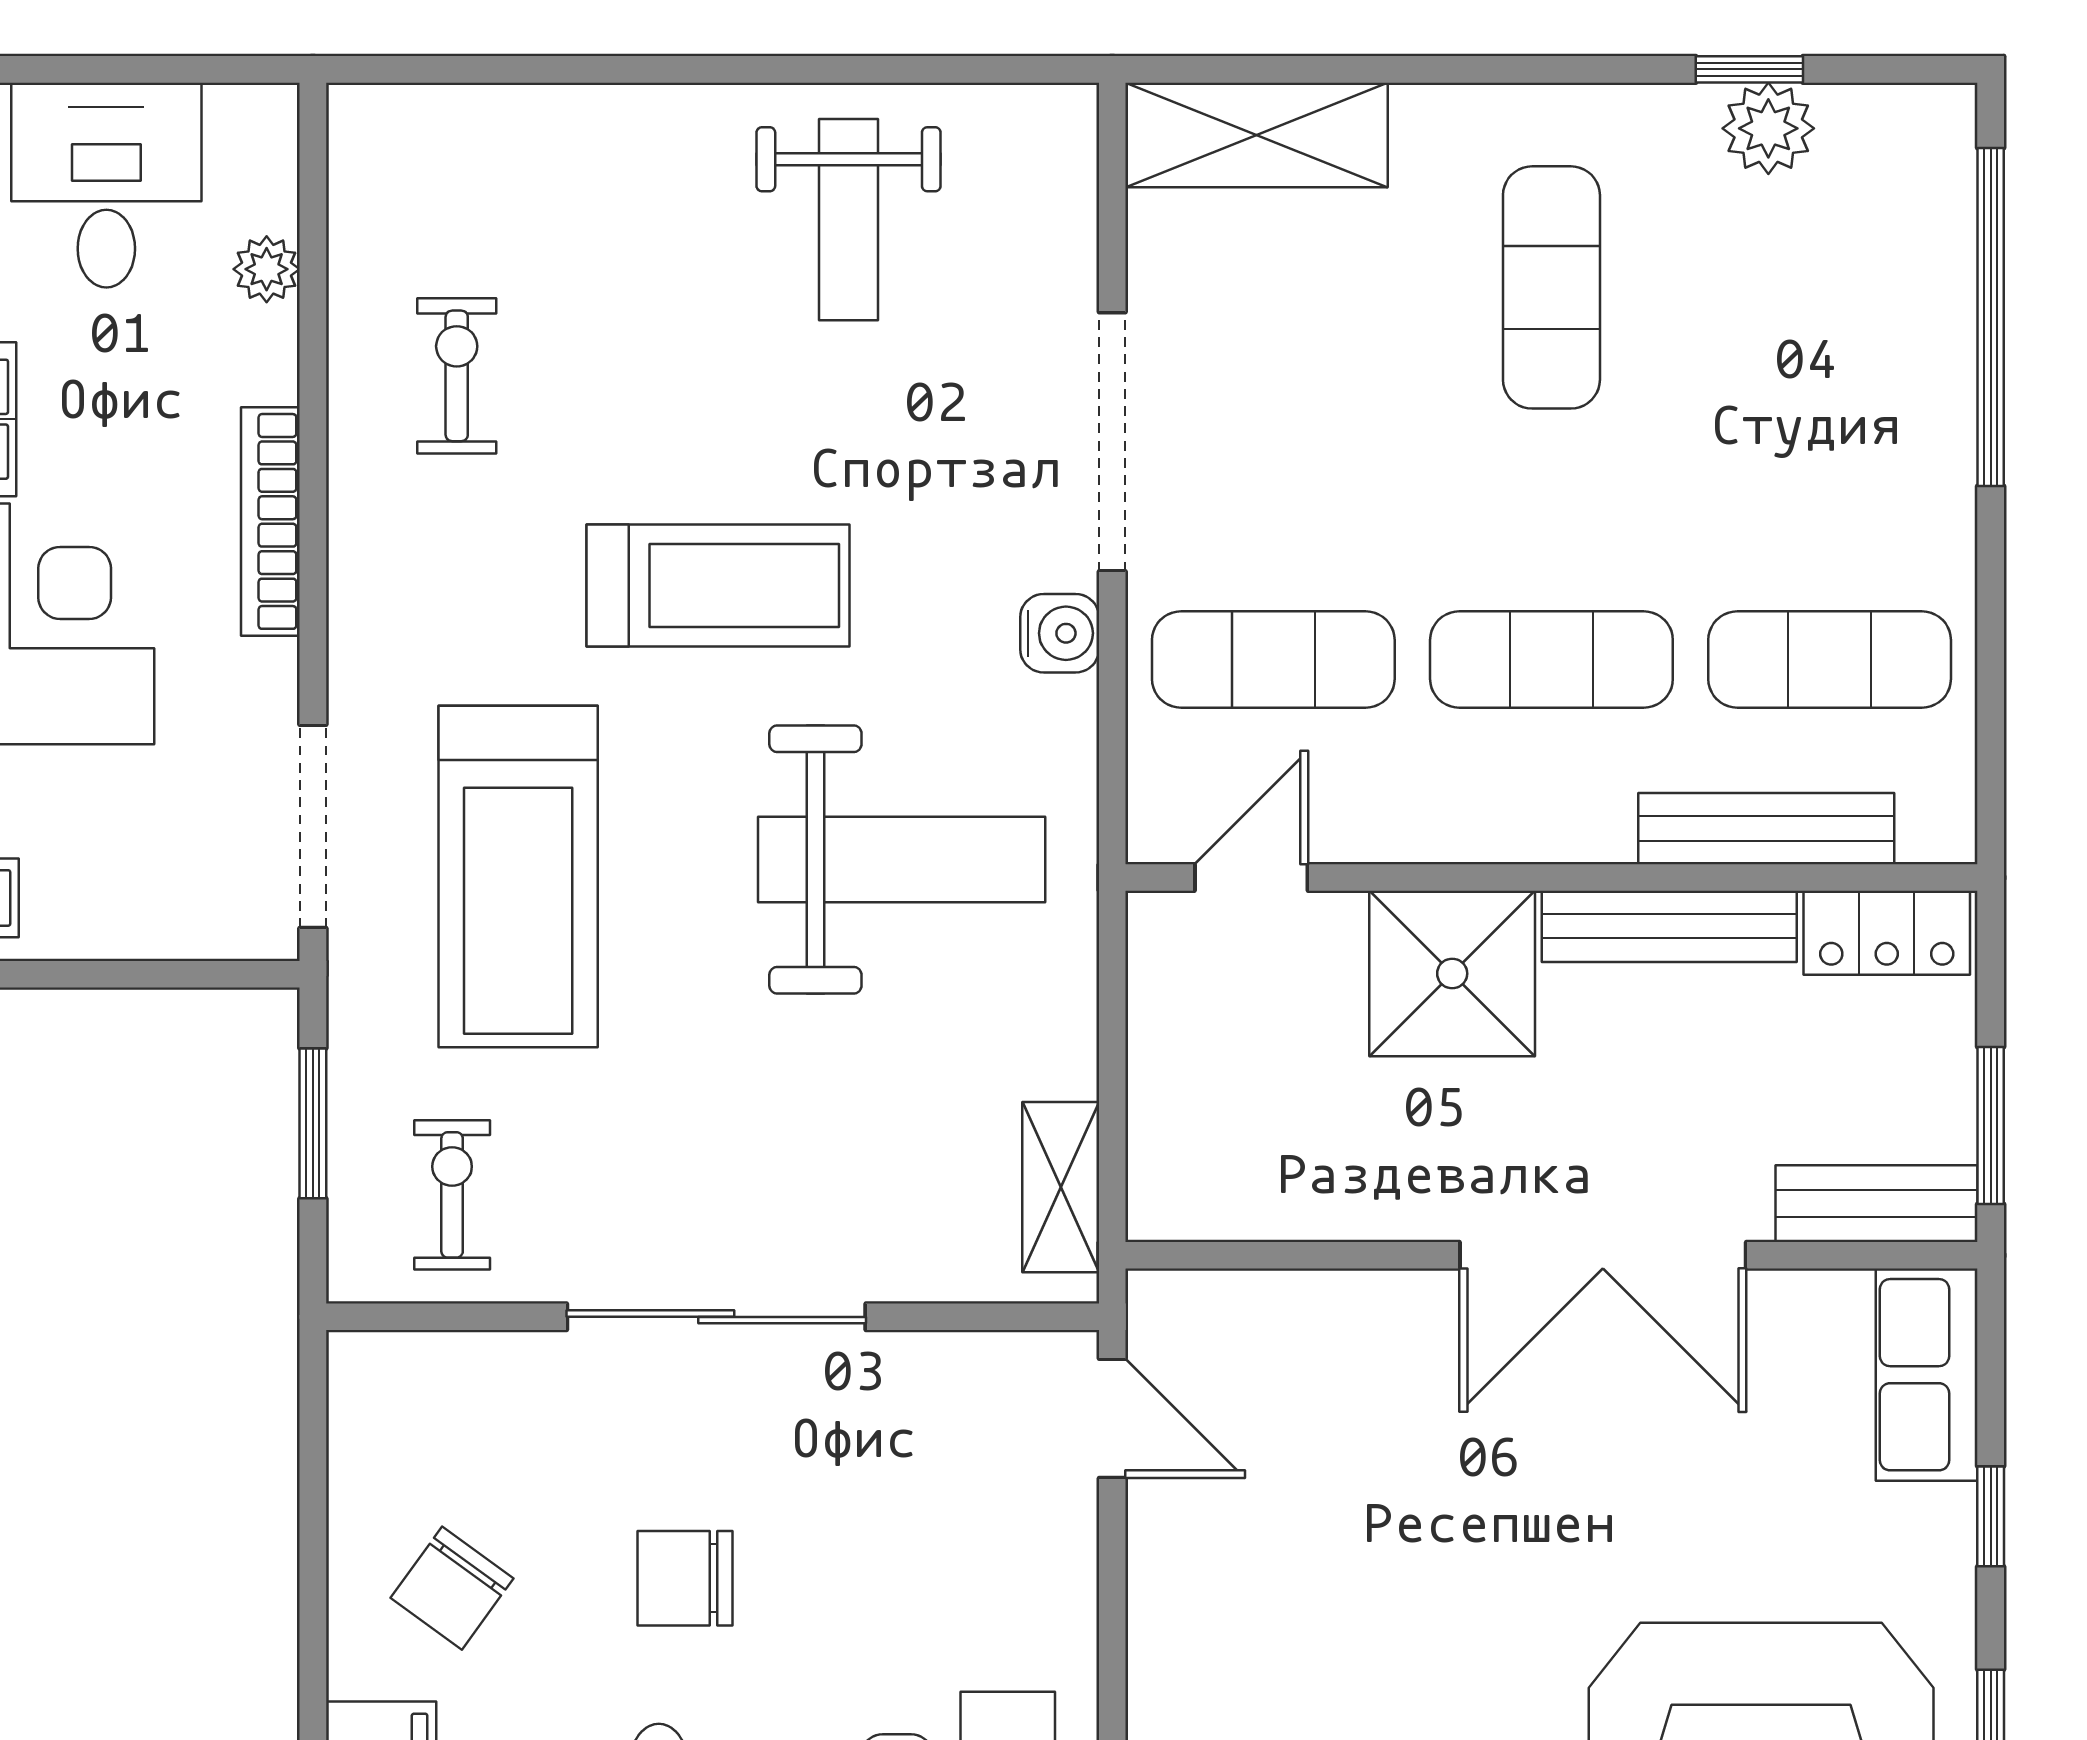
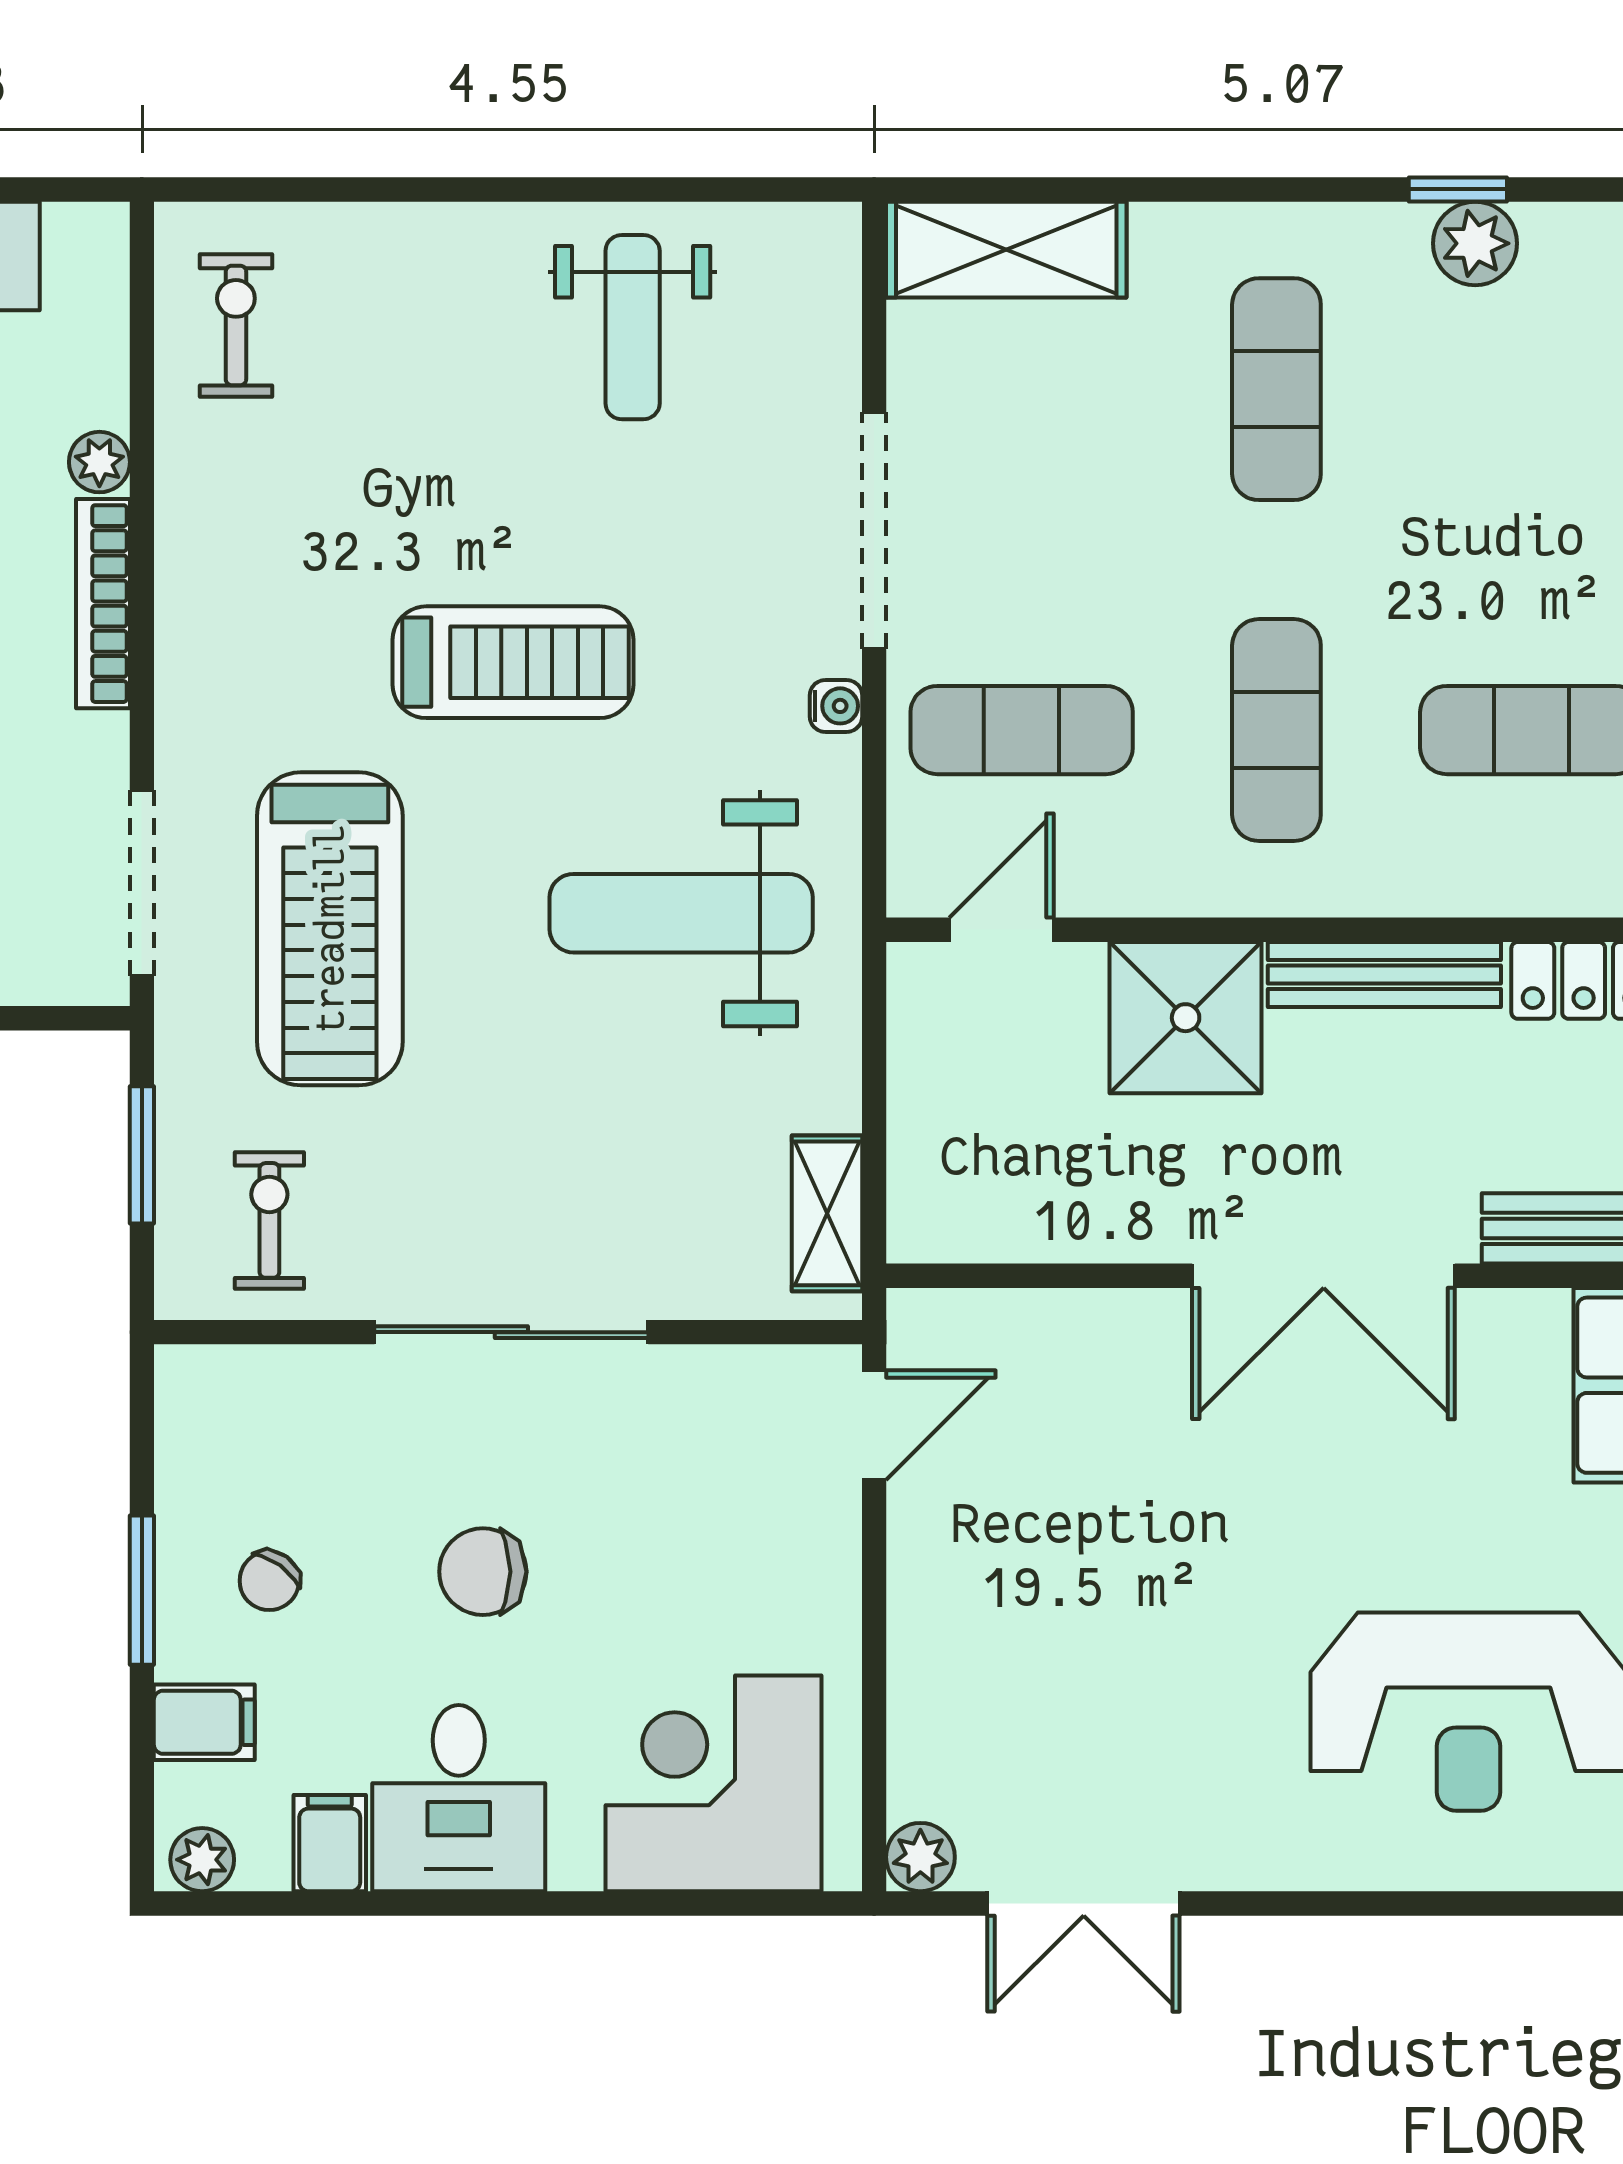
plant: (267, 269) -> (99, 462), moved
exercise bike: (457, 376) -> (236, 325), moved
water cooler: (1060, 633) -> (836, 706), width x0.72, depth x0.72
exercise mat: (1551, 660) -> (1276, 730), turned 90
bench: (1766, 829) -> (1473, 885), removed
weight bench: (902, 860) -> (681, 913), turned 180
door: (1112, 1418) -> (874, 1425), hinge flipped
chair: (452, 1588) -> (269, 1581), width x0.73, depth x0.73
window: (313, 1598) -> (142, 1590), added

